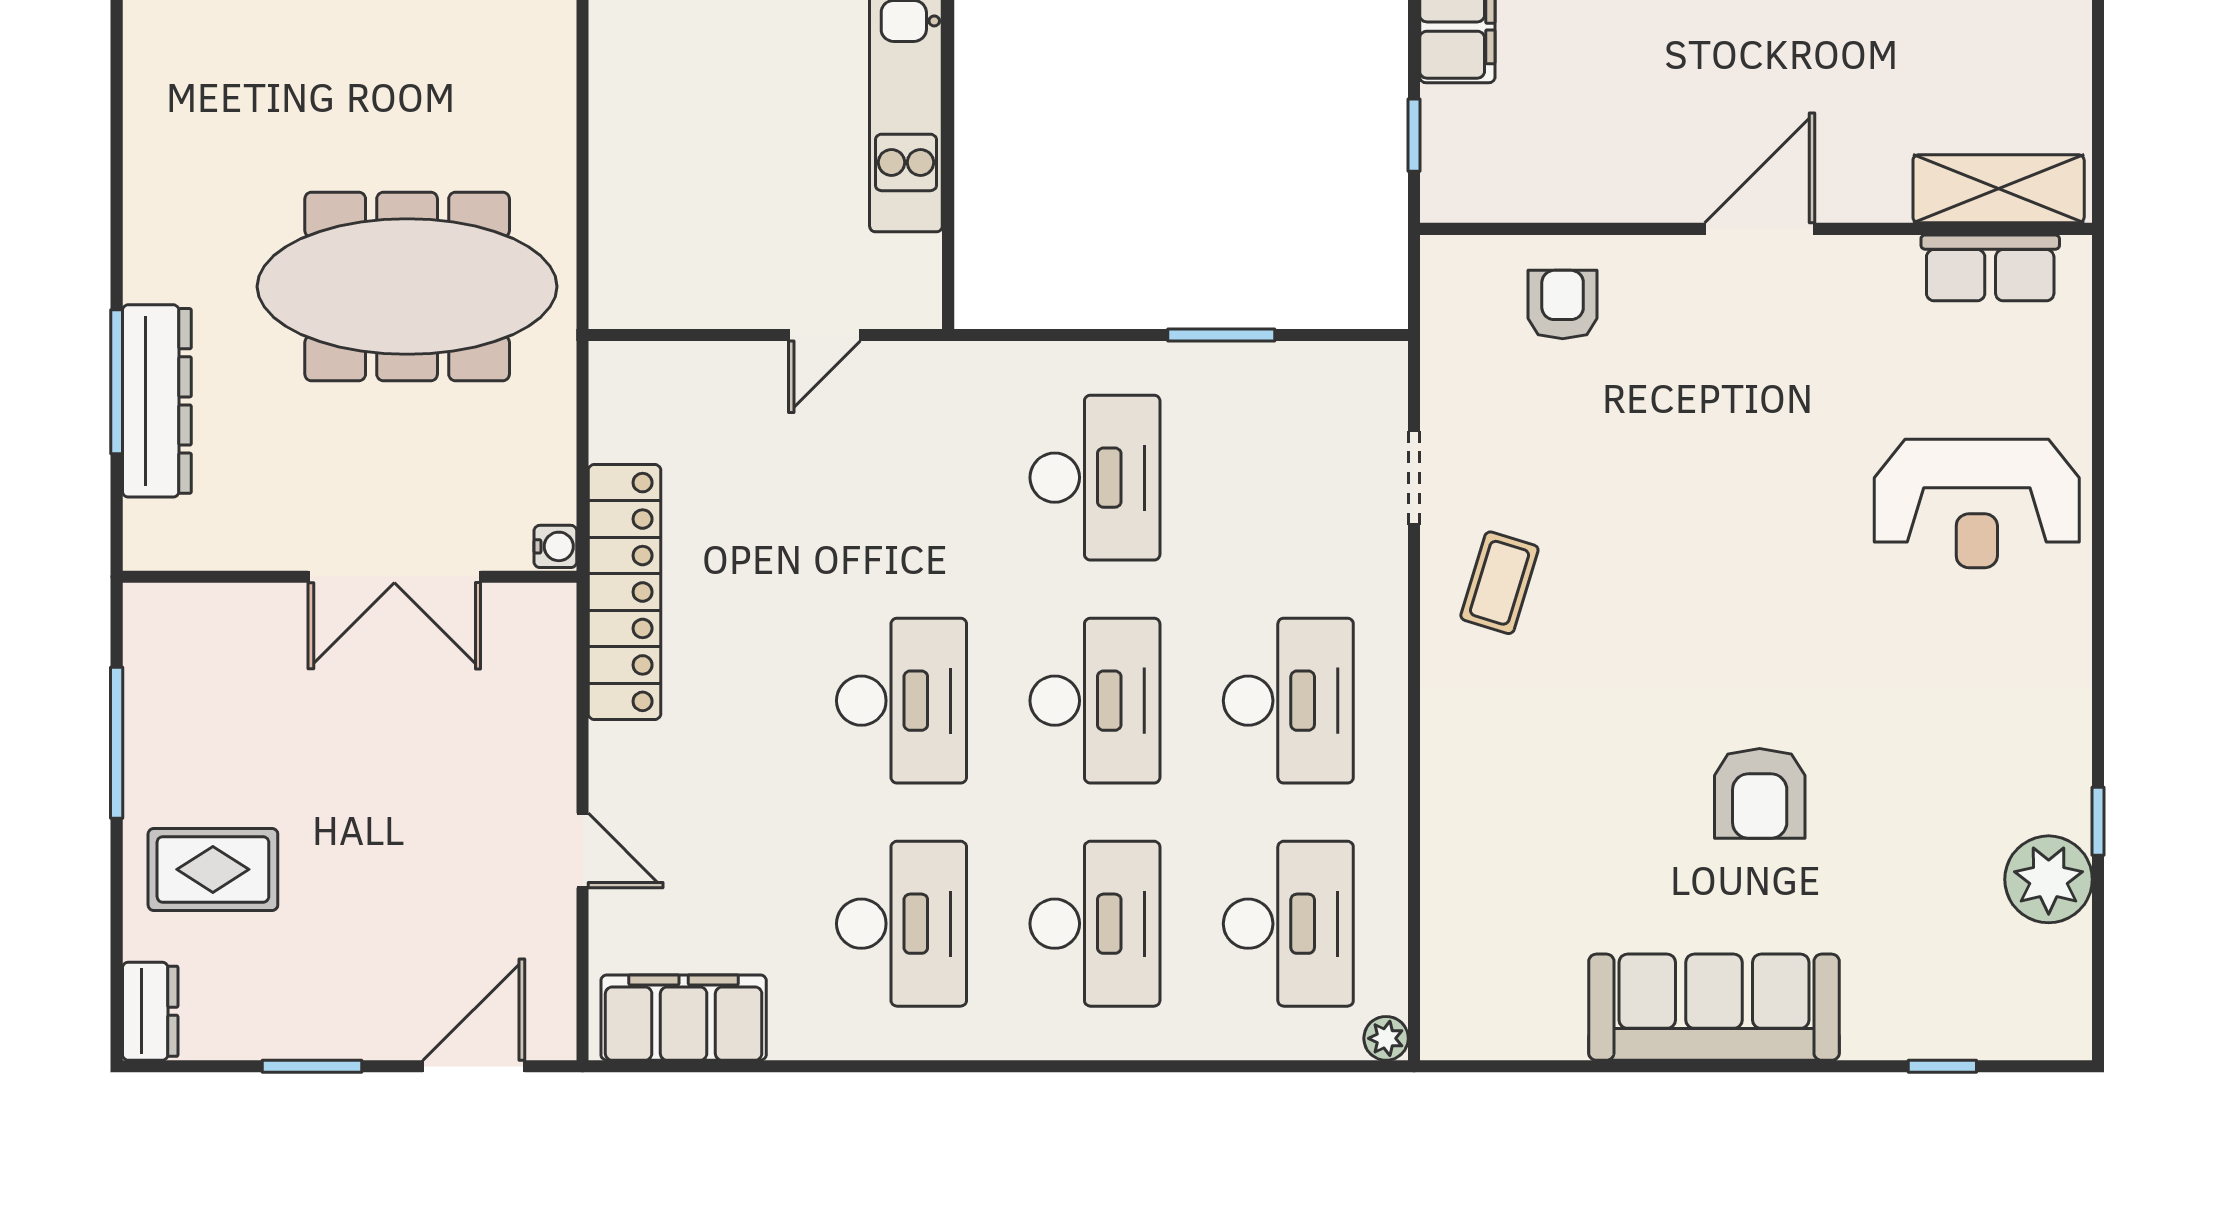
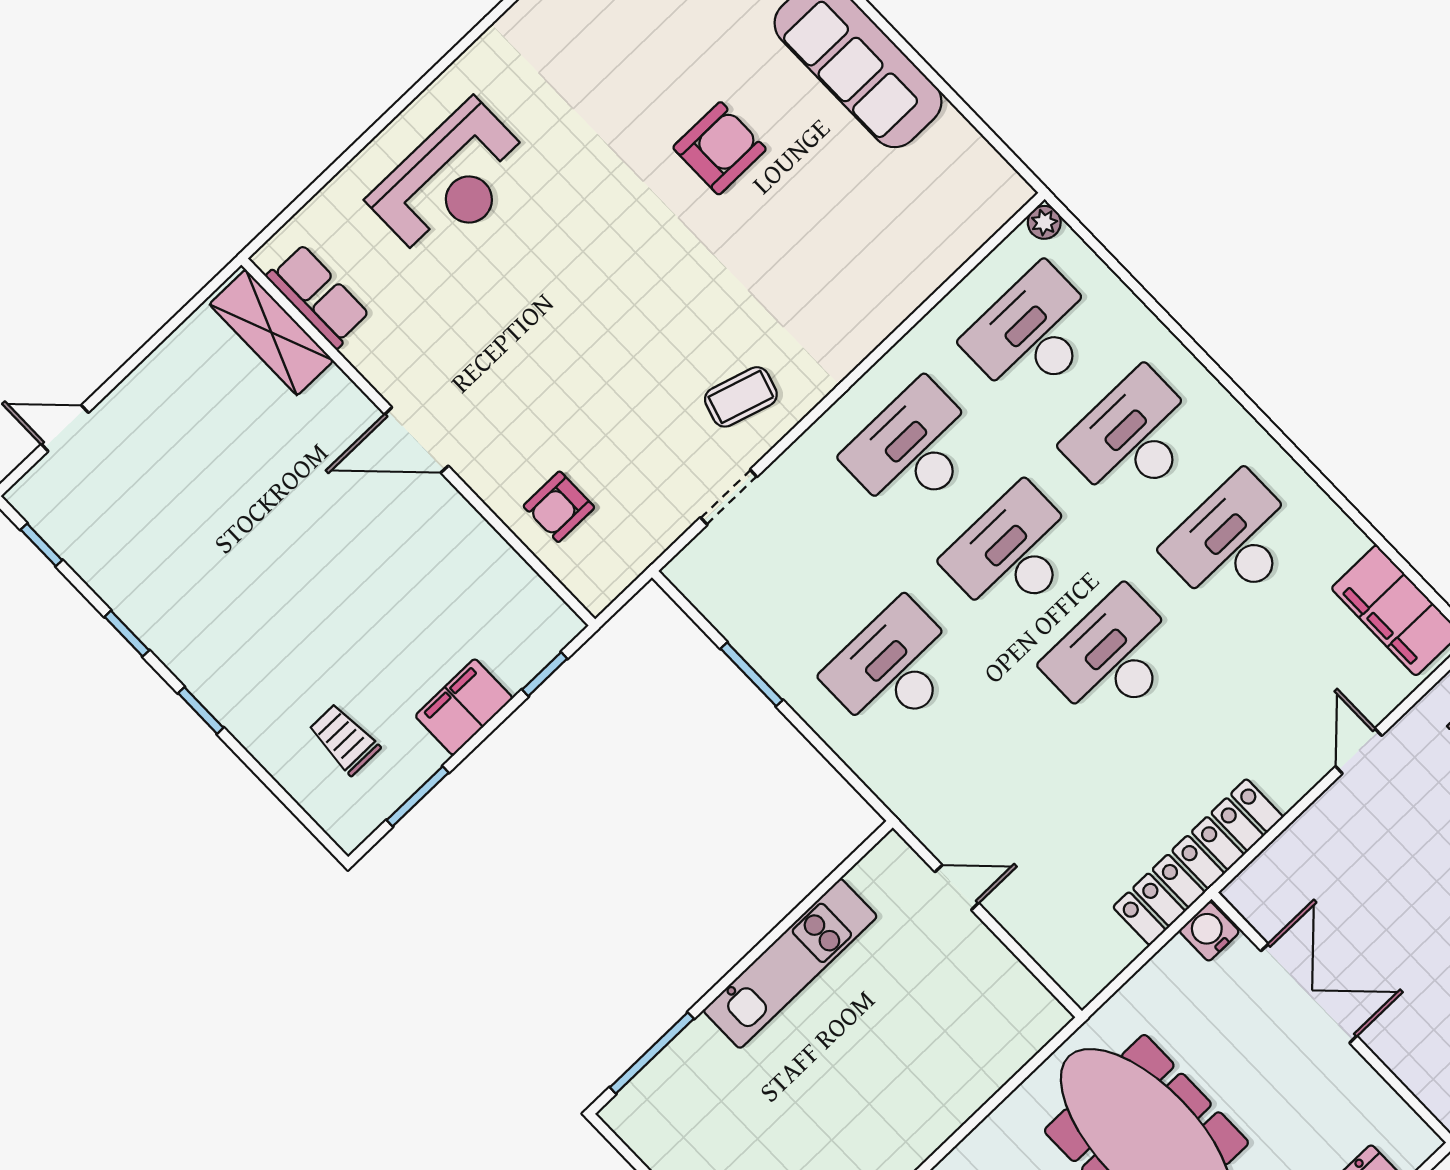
reception desk: (1977, 503) -> (452, 182), turned 90
water cooler: (555, 546) -> (1209, 931), width x1.38, depth x1.38

